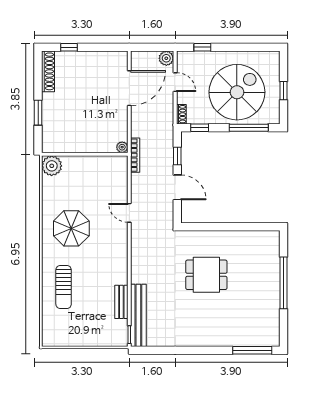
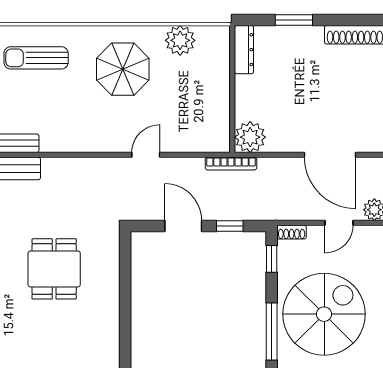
spiral stairs: (237, 92) -> (324, 314), turned -90
dresser: (58, 146) -> (244, 50), added
plant: (122, 147) -> (250, 137), width x1.88, depth x1.88
plant: (52, 166) -> (180, 40), moved
door: (177, 187) -> (183, 226), swing flipped

